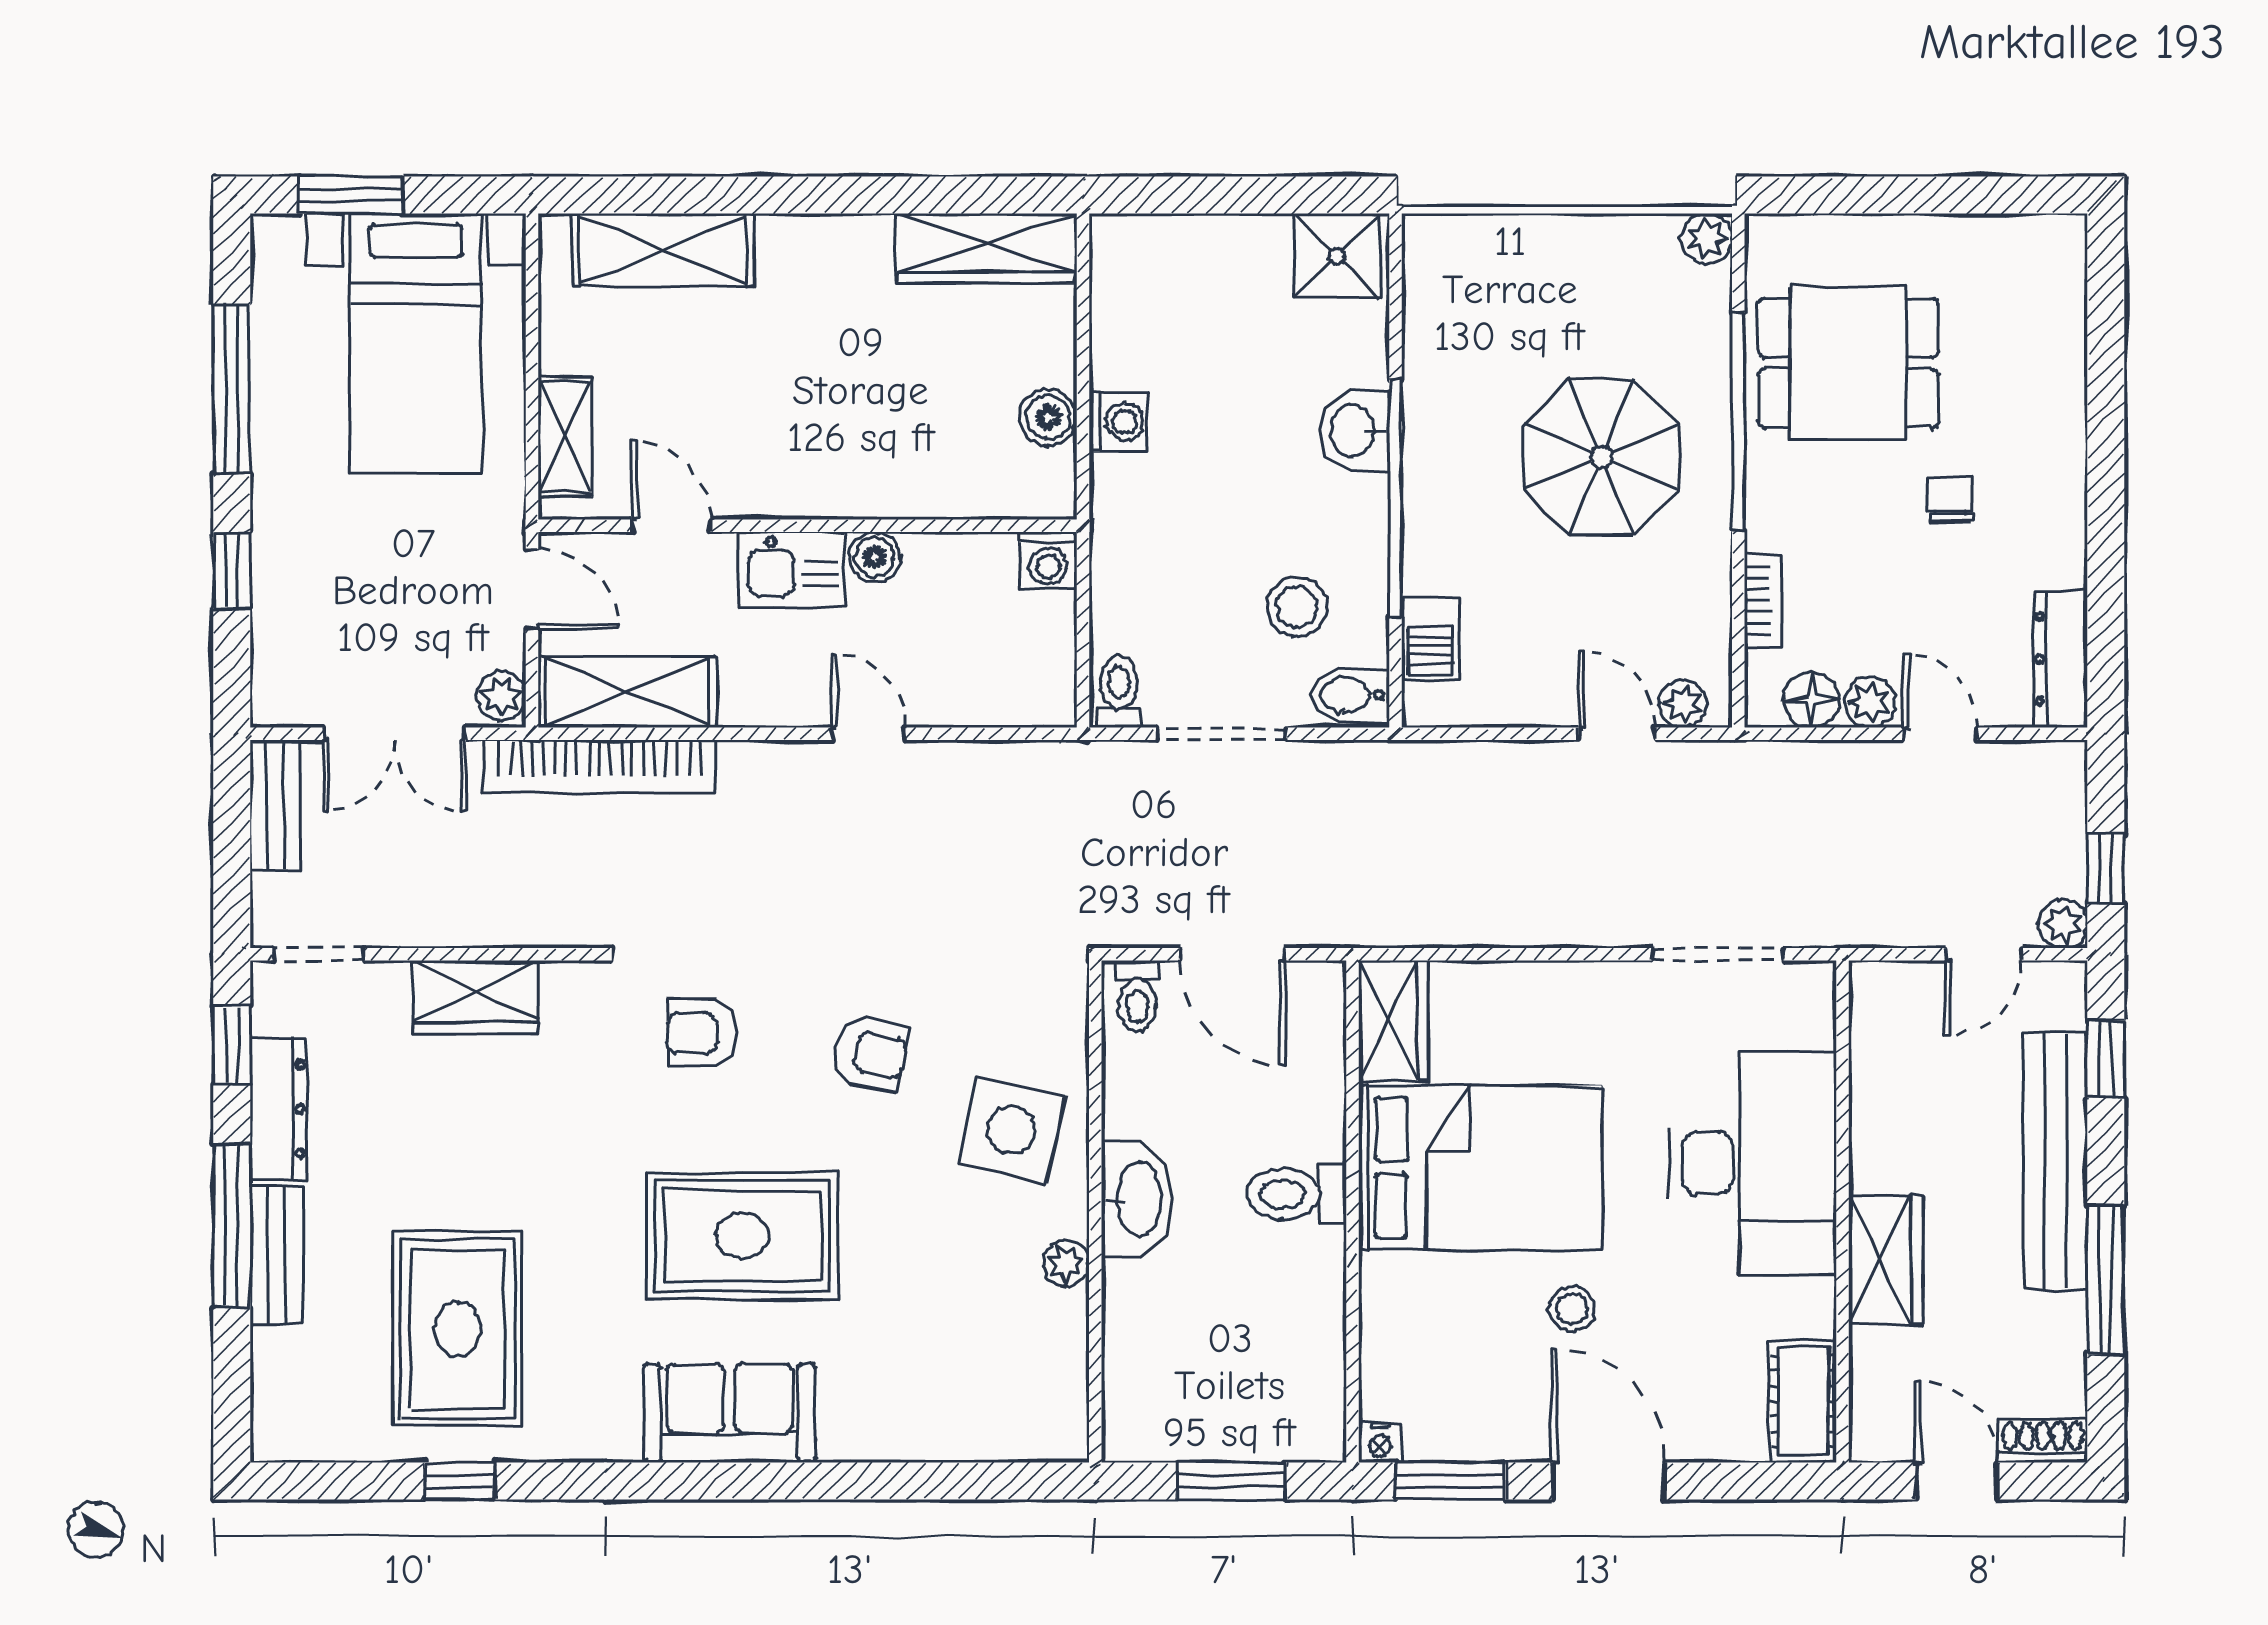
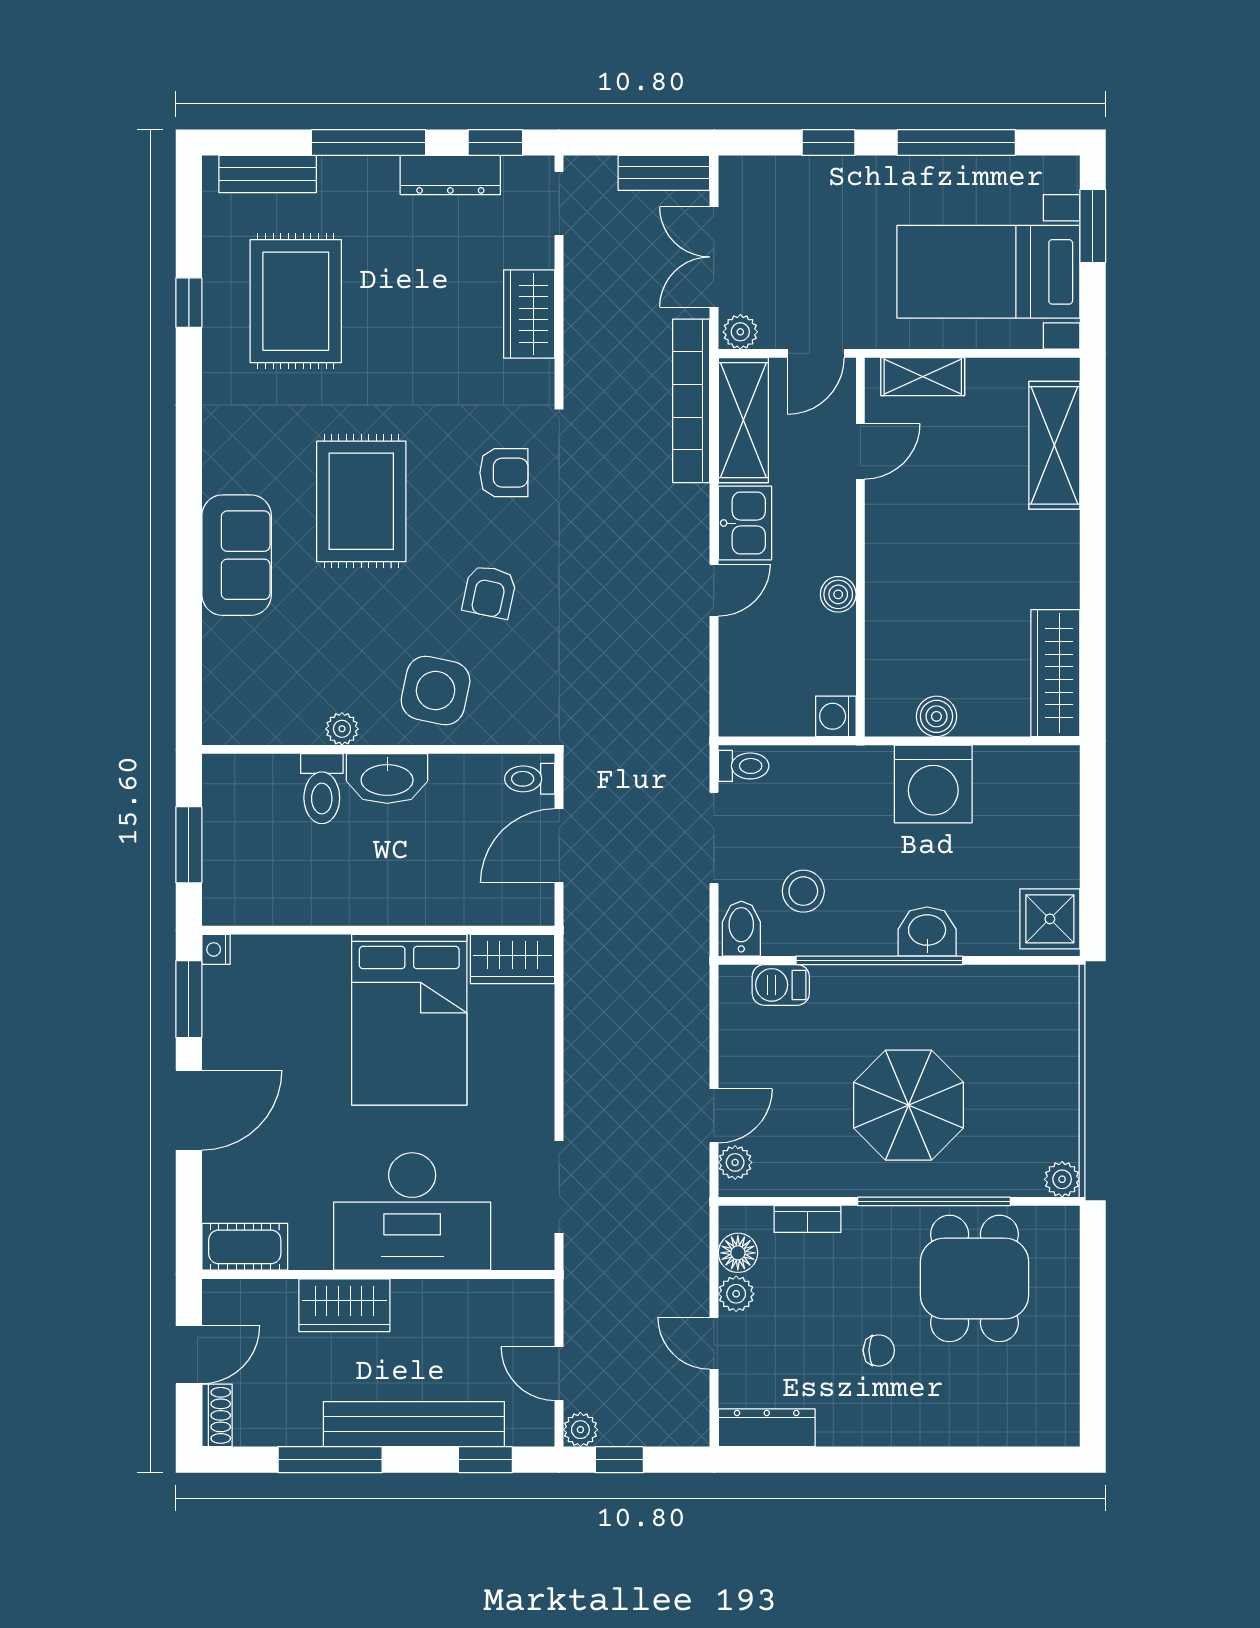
washing machine: (1118, 422) -> (933, 784), width x1.89, depth x1.89
kitchen sink: (792, 570) -> (745, 523), moved, turned 180
door: (1940, 734) -> (714, 1343), swing flipped
armchair: (701, 1033) -> (504, 473), turned 90
toilet: (1297, 1194) -> (322, 789), moved, turned 180
bench: (277, 1255) -> (268, 174), moved
stool: (1572, 1309) -> (310, 1085), removed
rug: (458, 1329) -> (296, 301), turned 90
sofa: (730, 1413) -> (237, 555), moved

